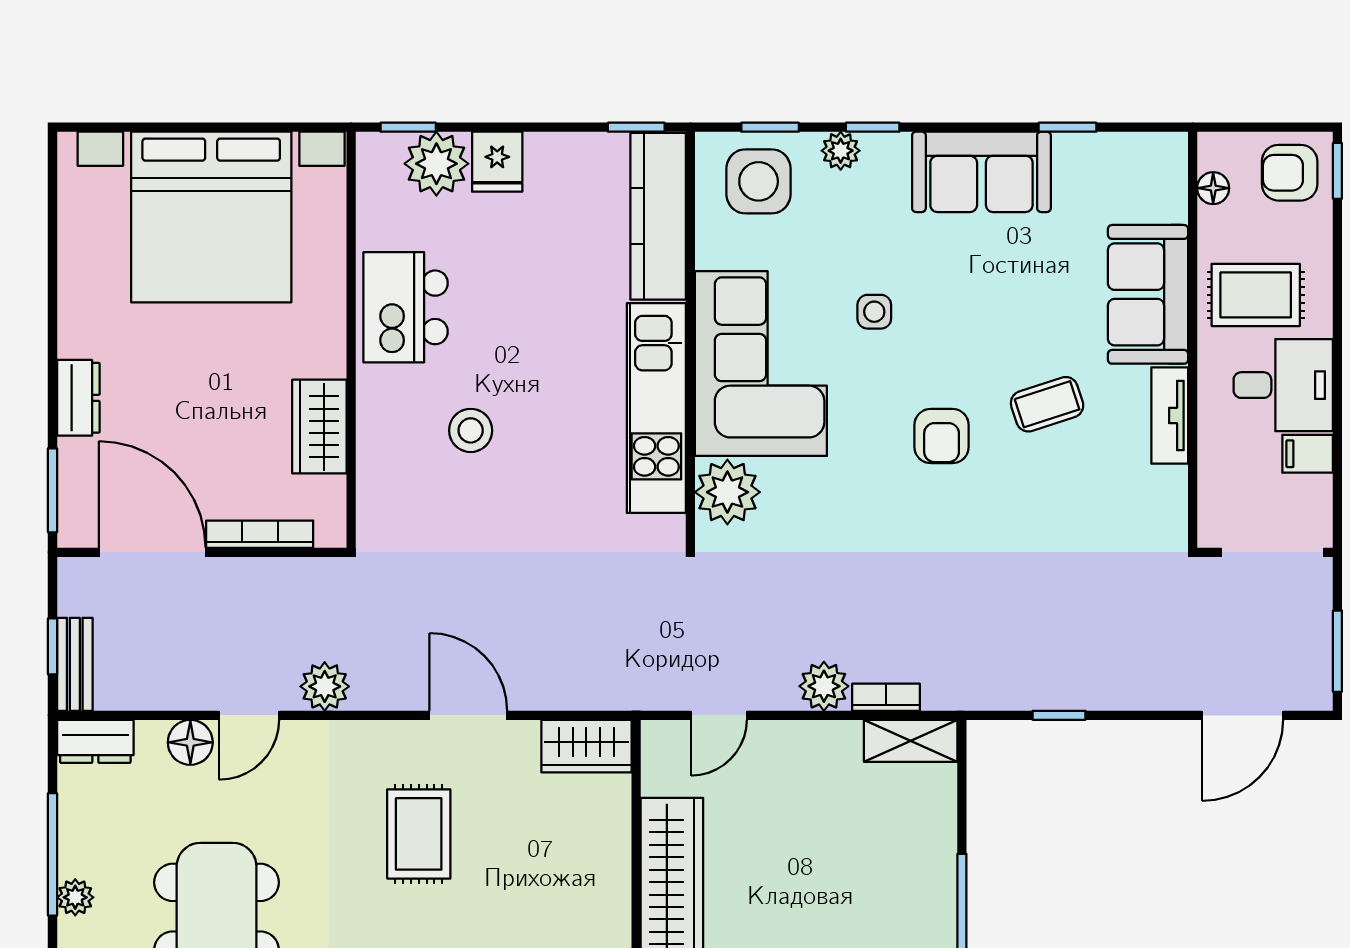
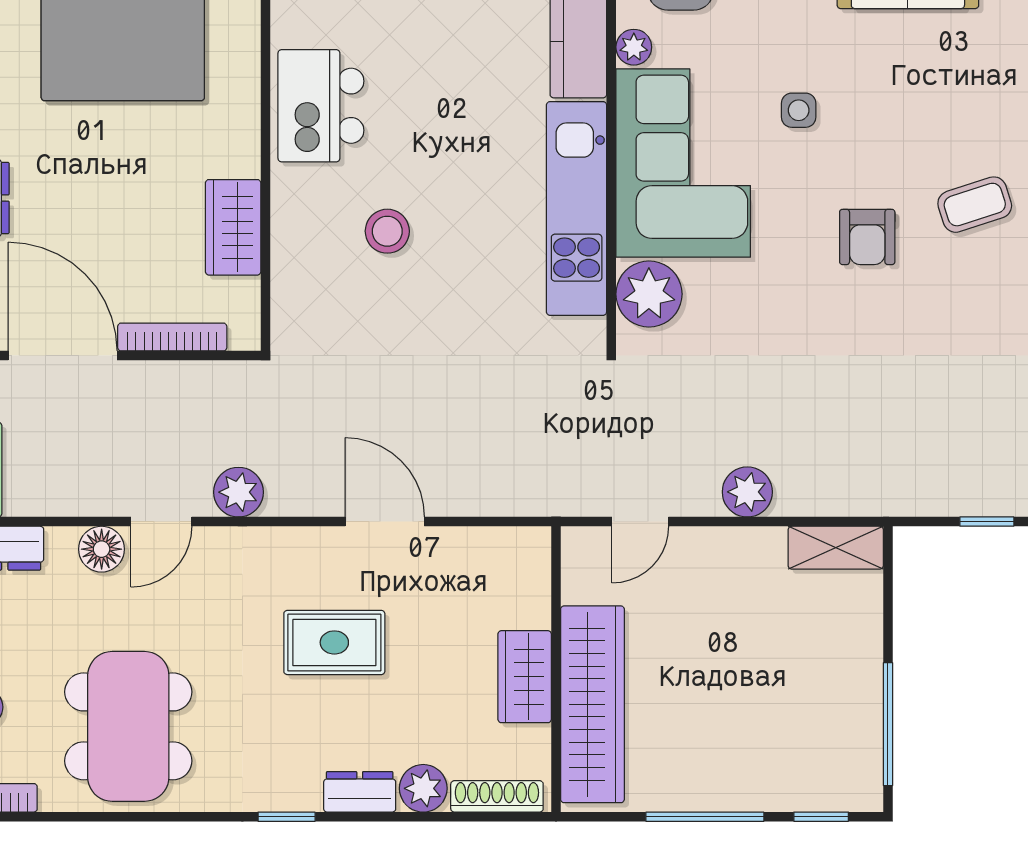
plant: (713, 250) -> (634, 47), added
bookcase: (886, 697) -> (811, 503), removed
wardrobe: (586, 746) -> (525, 677), moved, turned 90
rug: (419, 834) -> (334, 642), turned 90

